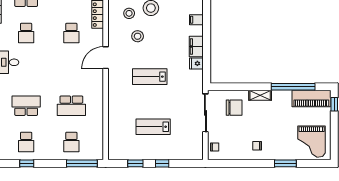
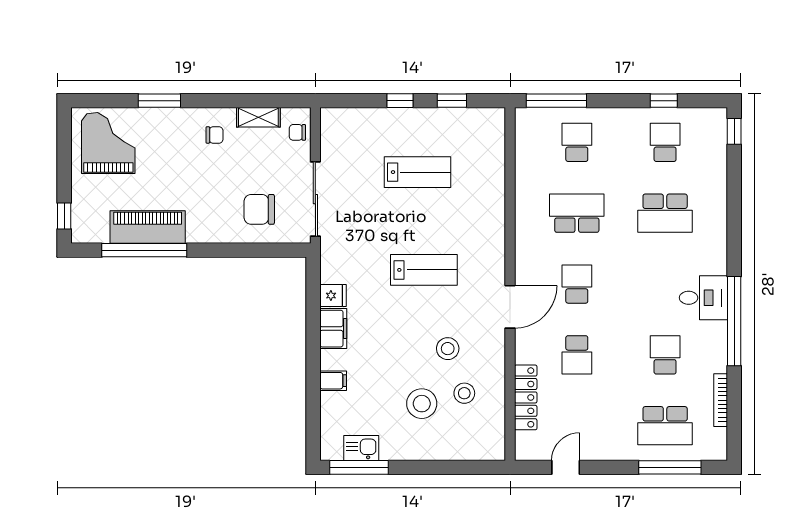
school desk: (71, 33) -> (577, 355), turned 180
school desk: (71, 69) -> (577, 284), added
shelving: (260, 95) -> (258, 117), moved
piano: (311, 99) -> (148, 227), moved

